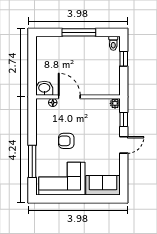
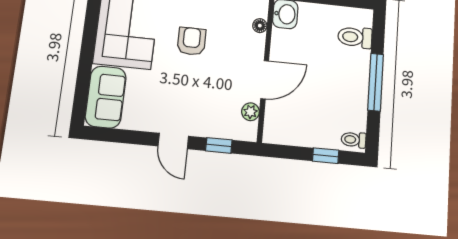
toilet: (54, 46) -> (355, 37), added
door: (69, 97) -> (265, 80), moved
plant: (115, 103) -> (250, 112), moved

